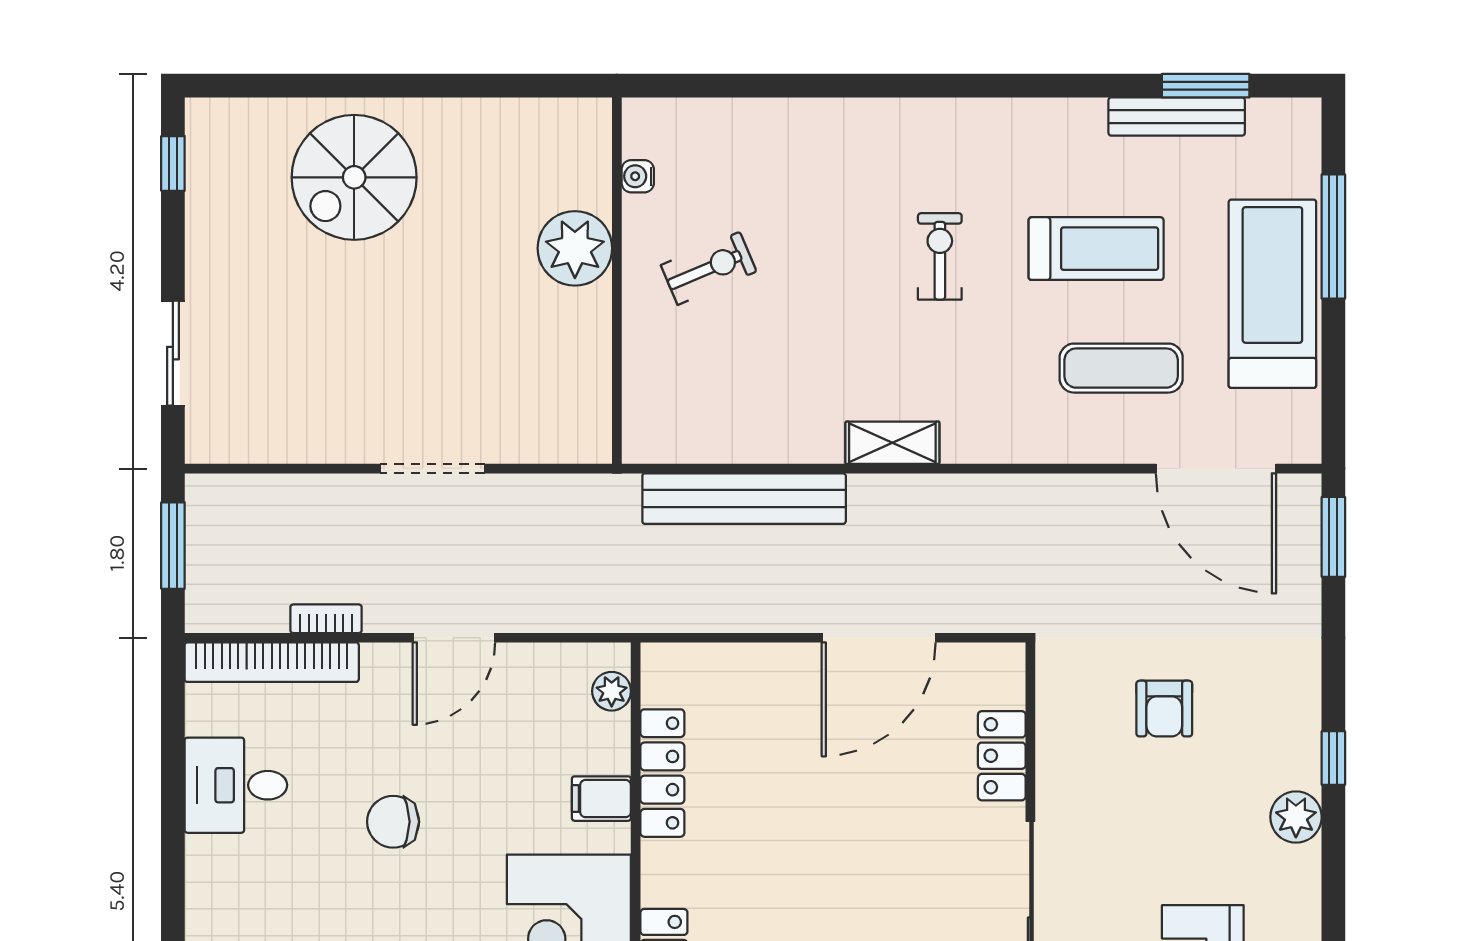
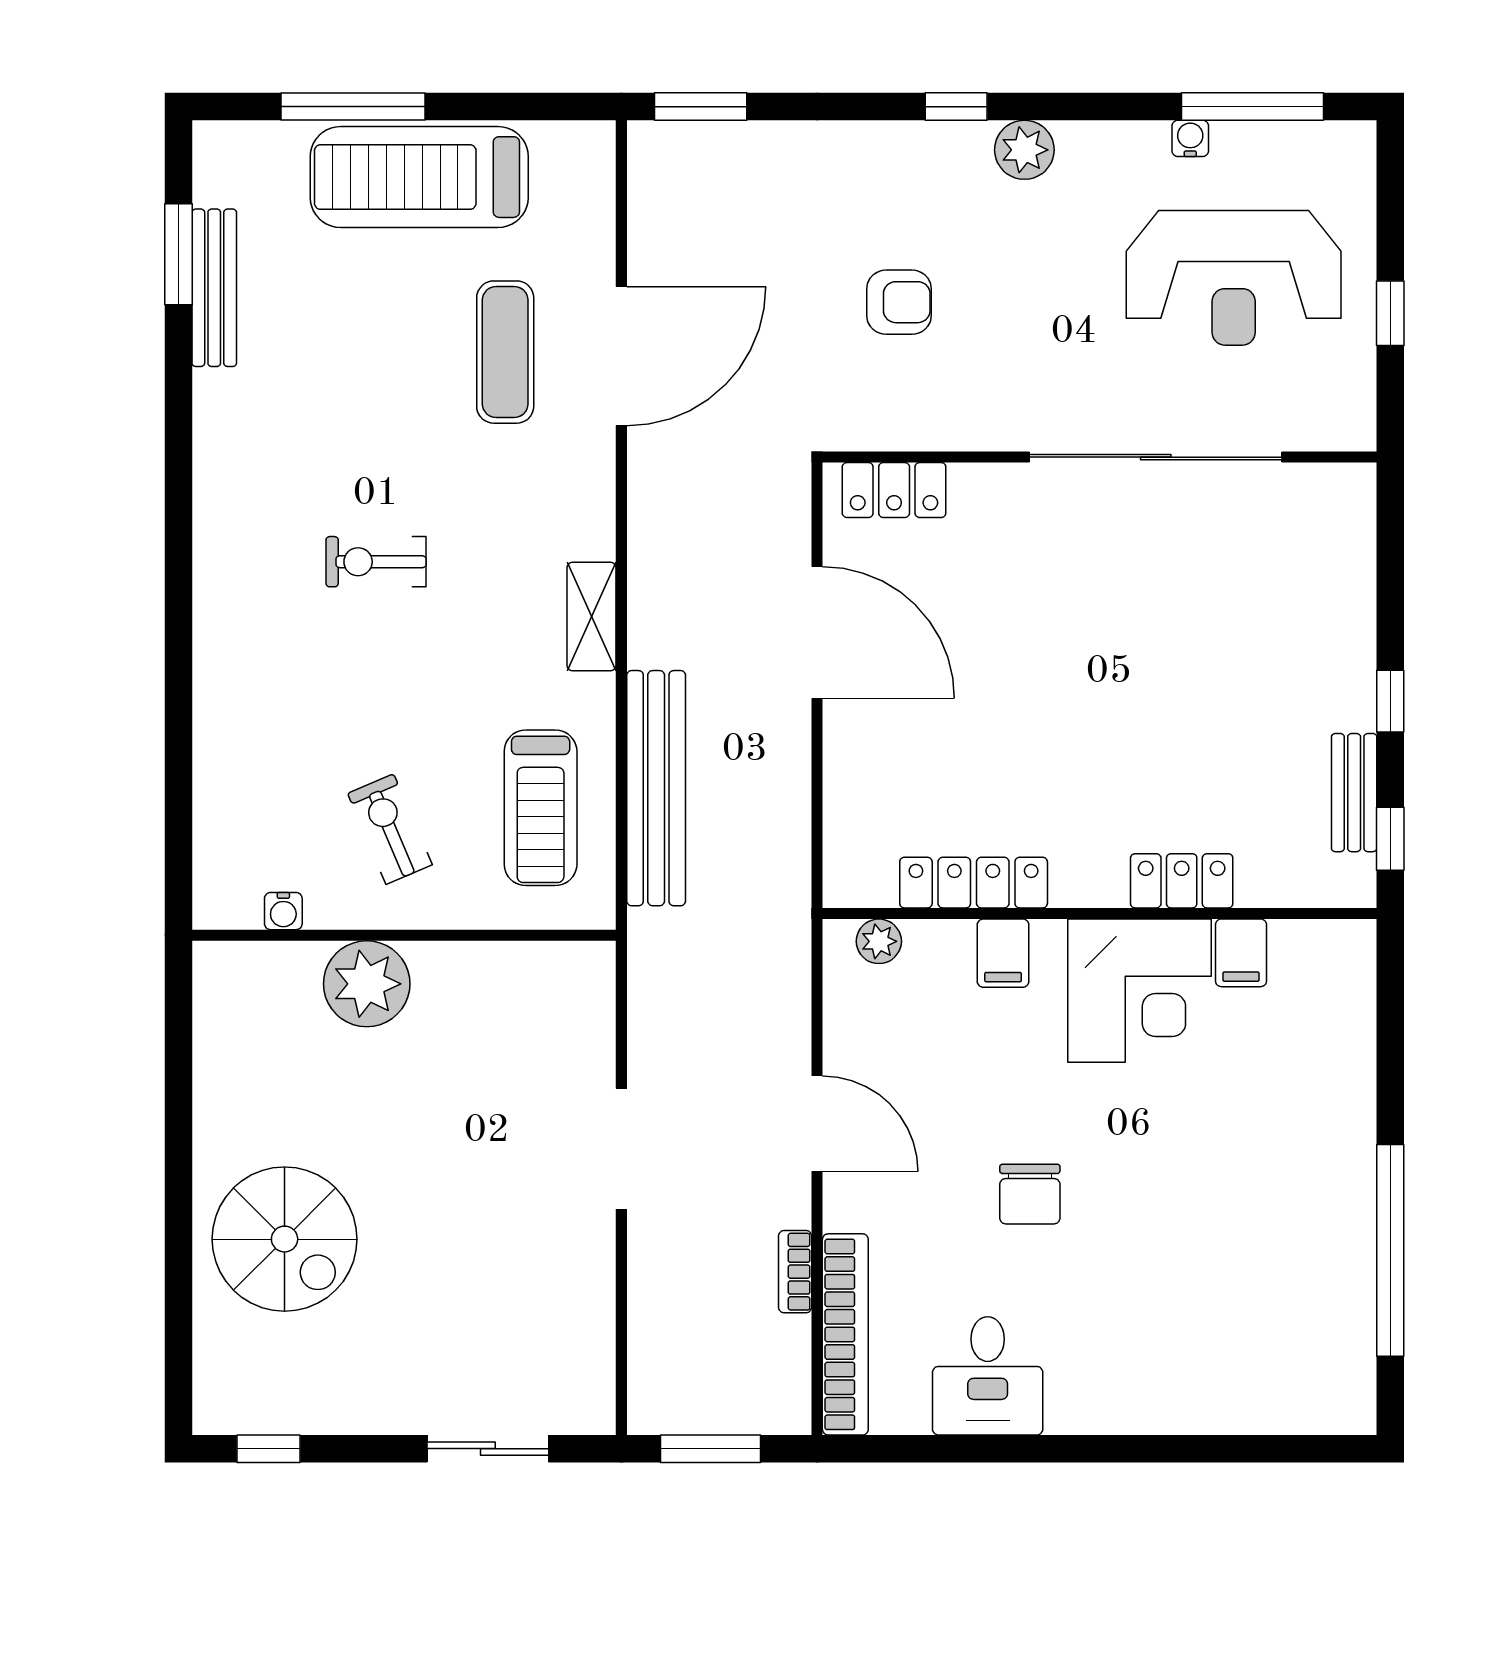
treadmill: (1096, 249) -> (541, 808), moved, turned 180
door: (1216, 469) -> (621, 356), moved
locker: (1002, 756) -> (894, 490), moved

